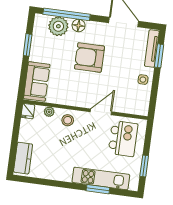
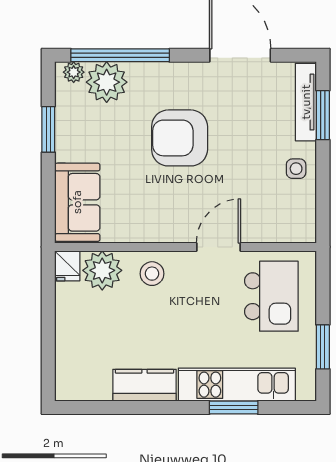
plant: (43, 19) -> (74, 72), added
floor lamp: (79, 26) -> (148, 75), removed
plant: (49, 112) -> (102, 270), width x1.87, depth x1.87
kitchen counter: (23, 158) -> (144, 385), moved, turned -90

